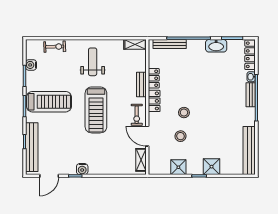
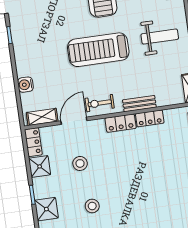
stool: (184, 113) -> (92, 206), moved
water cooler: (82, 169) -> (25, 85), moved
locker: (159, 169) -> (33, 142), added

